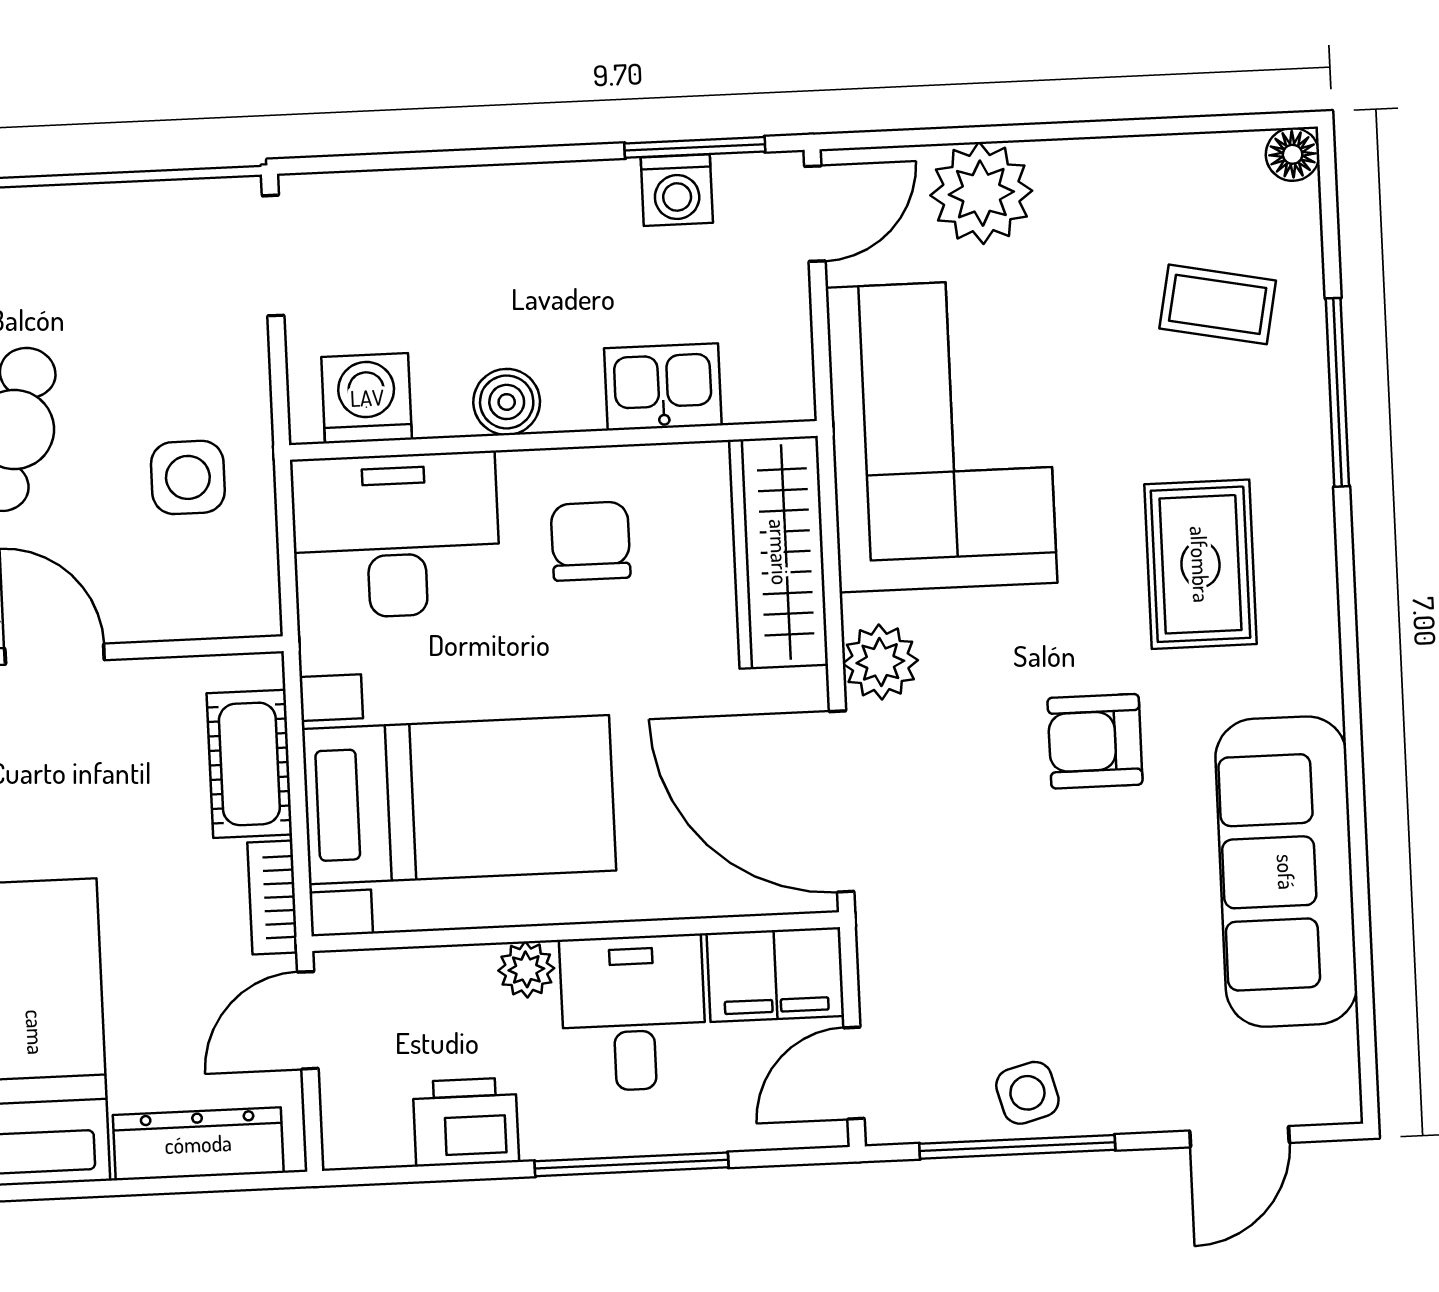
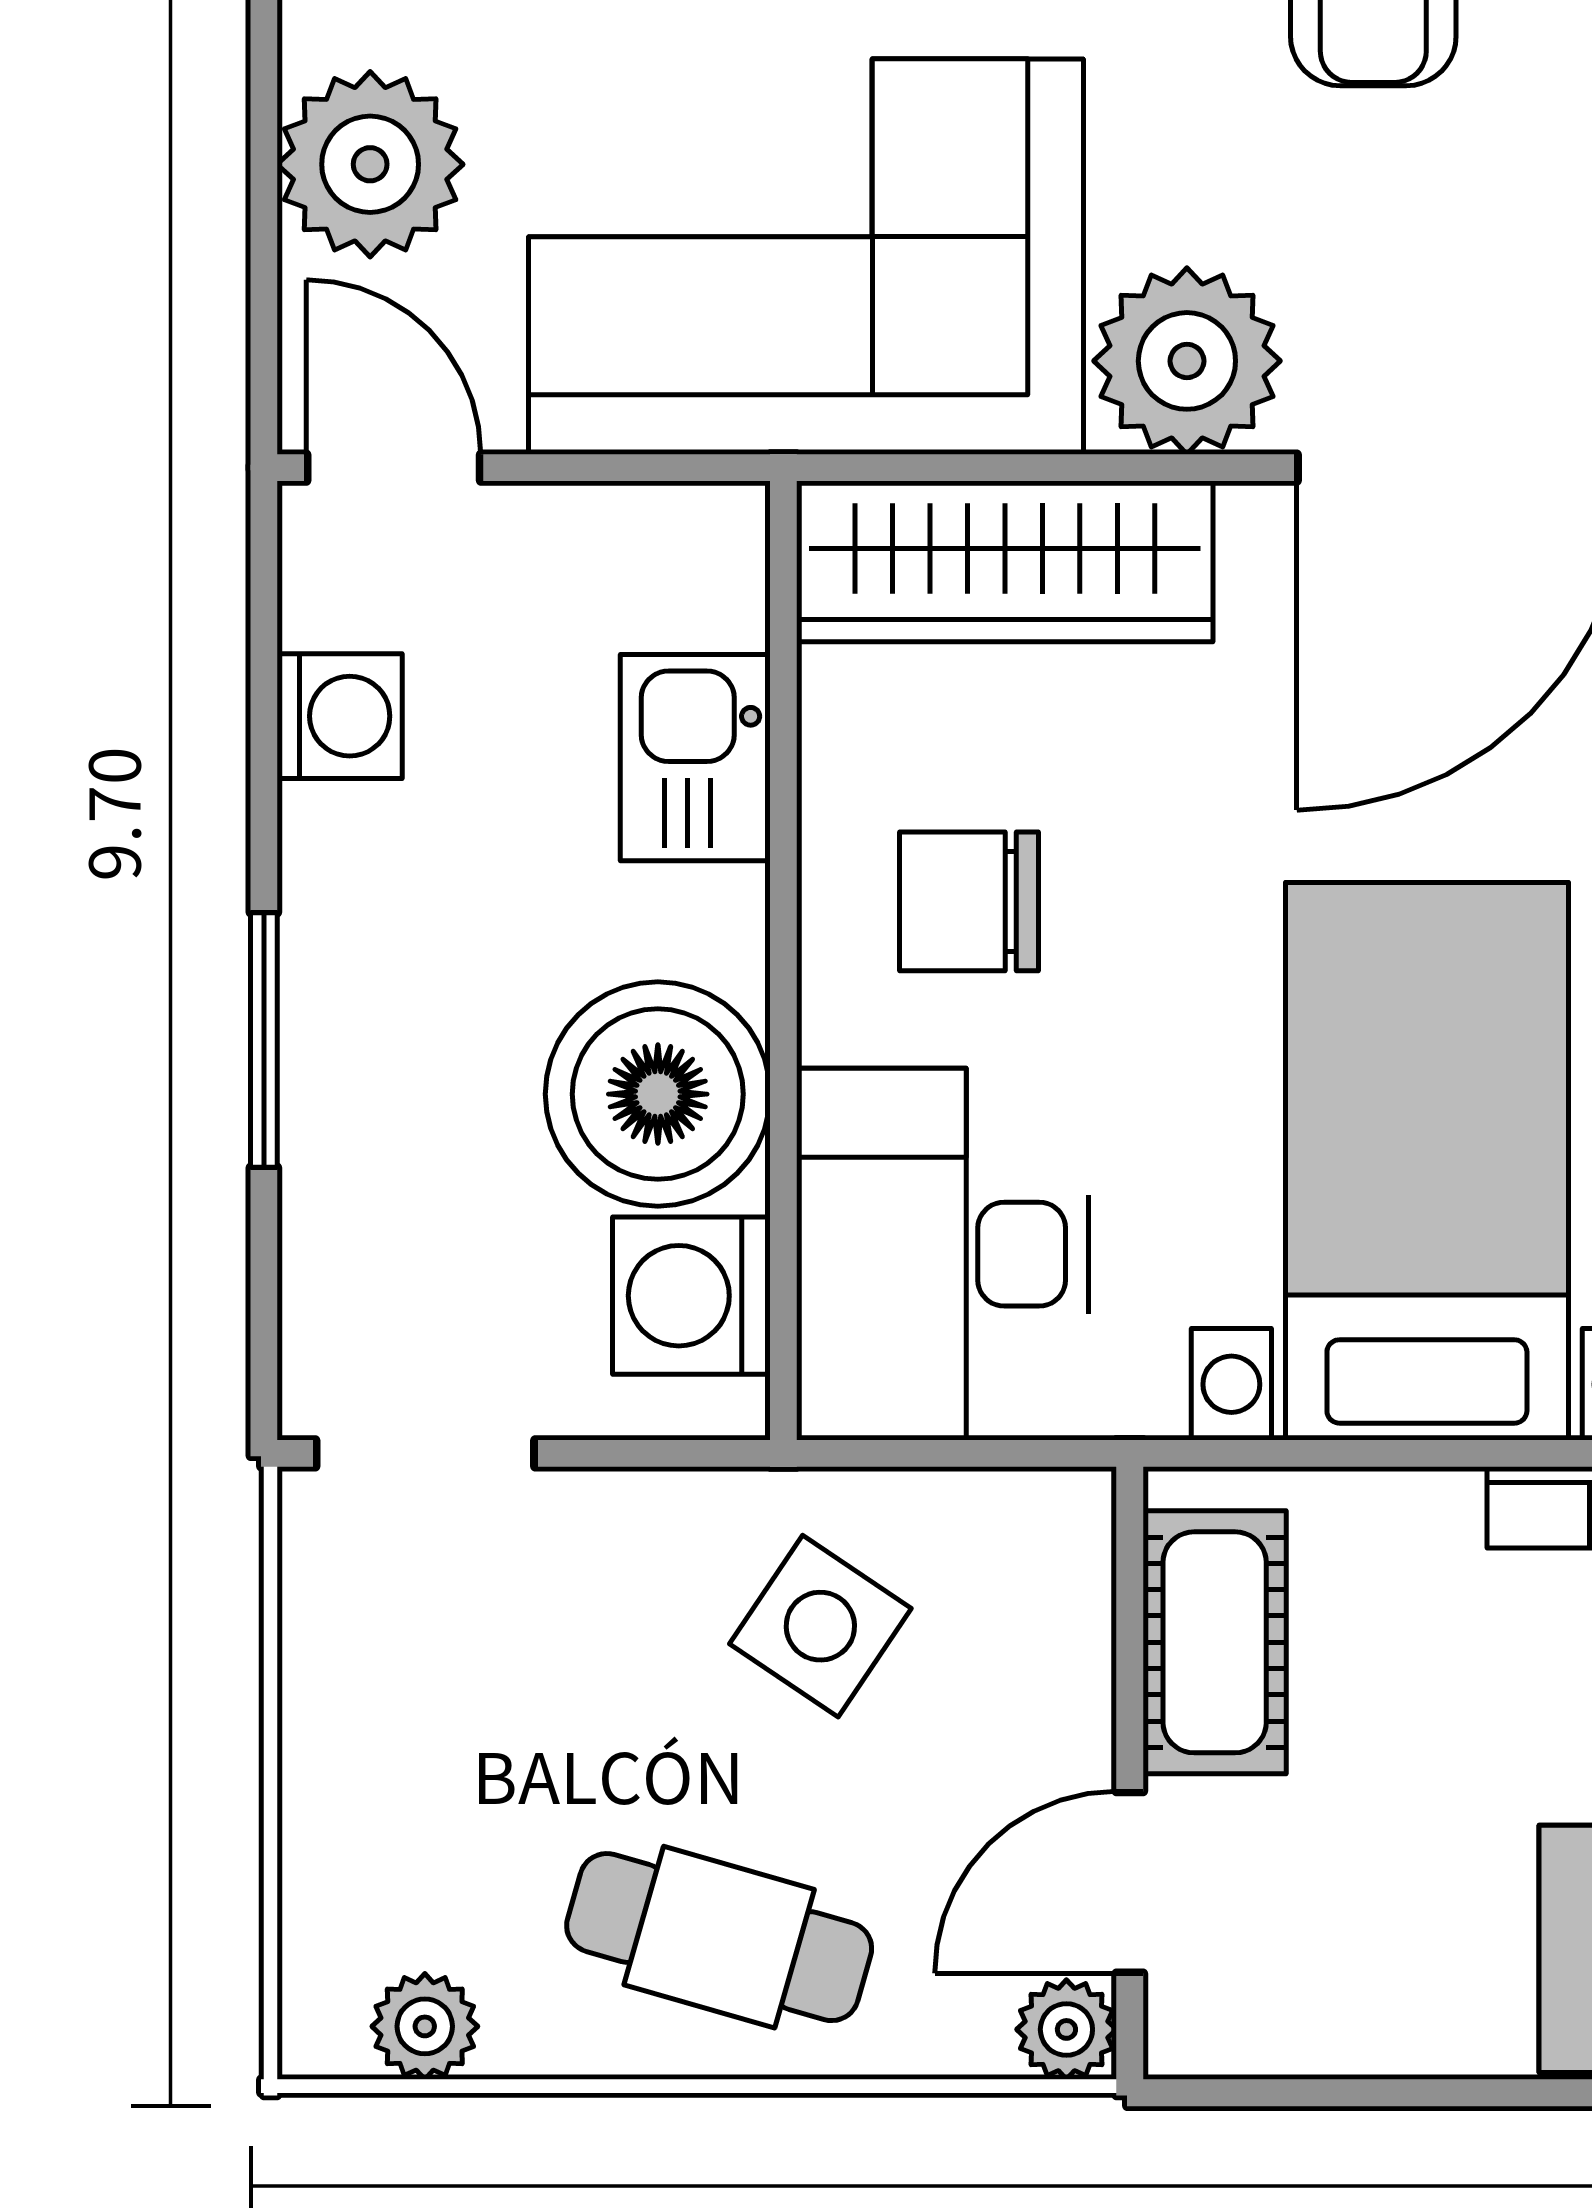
window: (695, 147) -> (264, 1040), moved
boiler: (507, 402) -> (658, 1094), width x1.86, depth x1.86
side table: (188, 477) -> (820, 1626), turned 34
plant: (880, 662) -> (1187, 361), width x1.36, depth x1.36
cot: (249, 764) -> (1215, 1642), moved, turned 90

